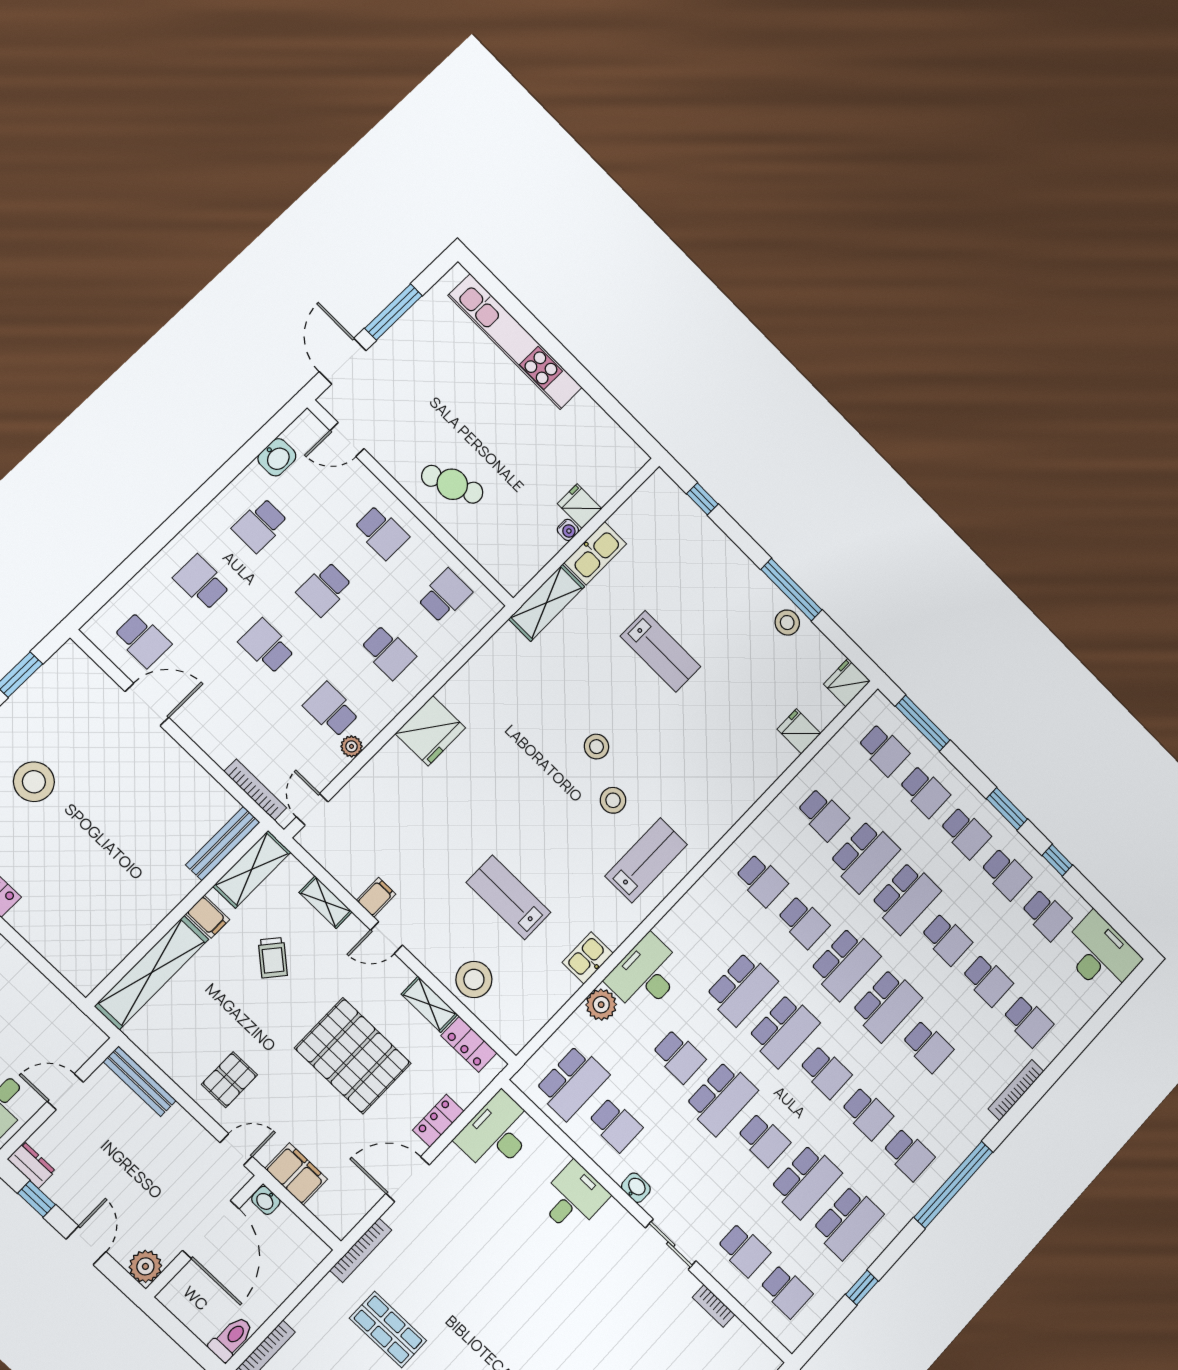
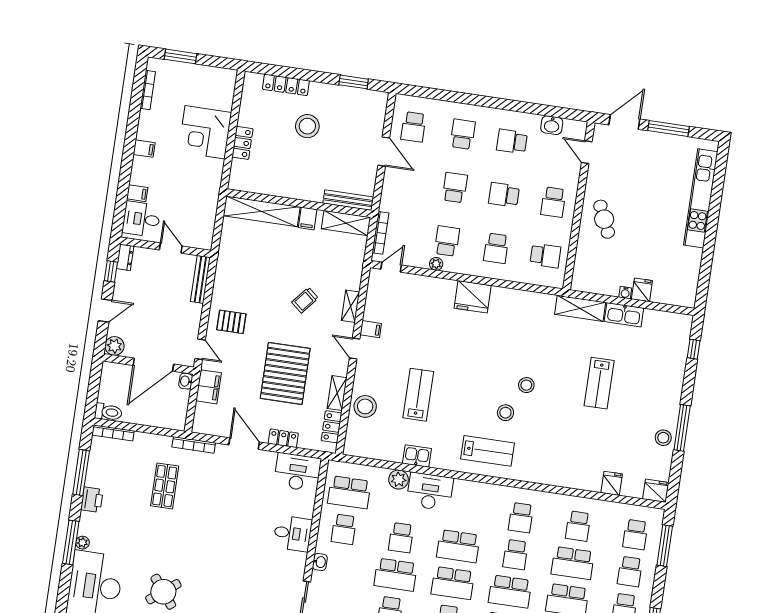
bench: (223, 844) -> (348, 200), moved
shelving: (252, 869) -> (346, 223), moved
wall: (178, 913) -> (299, 203), moved
filing cabinet: (208, 917) -> (308, 218), moved
shelving: (152, 973) -> (262, 211), moved

